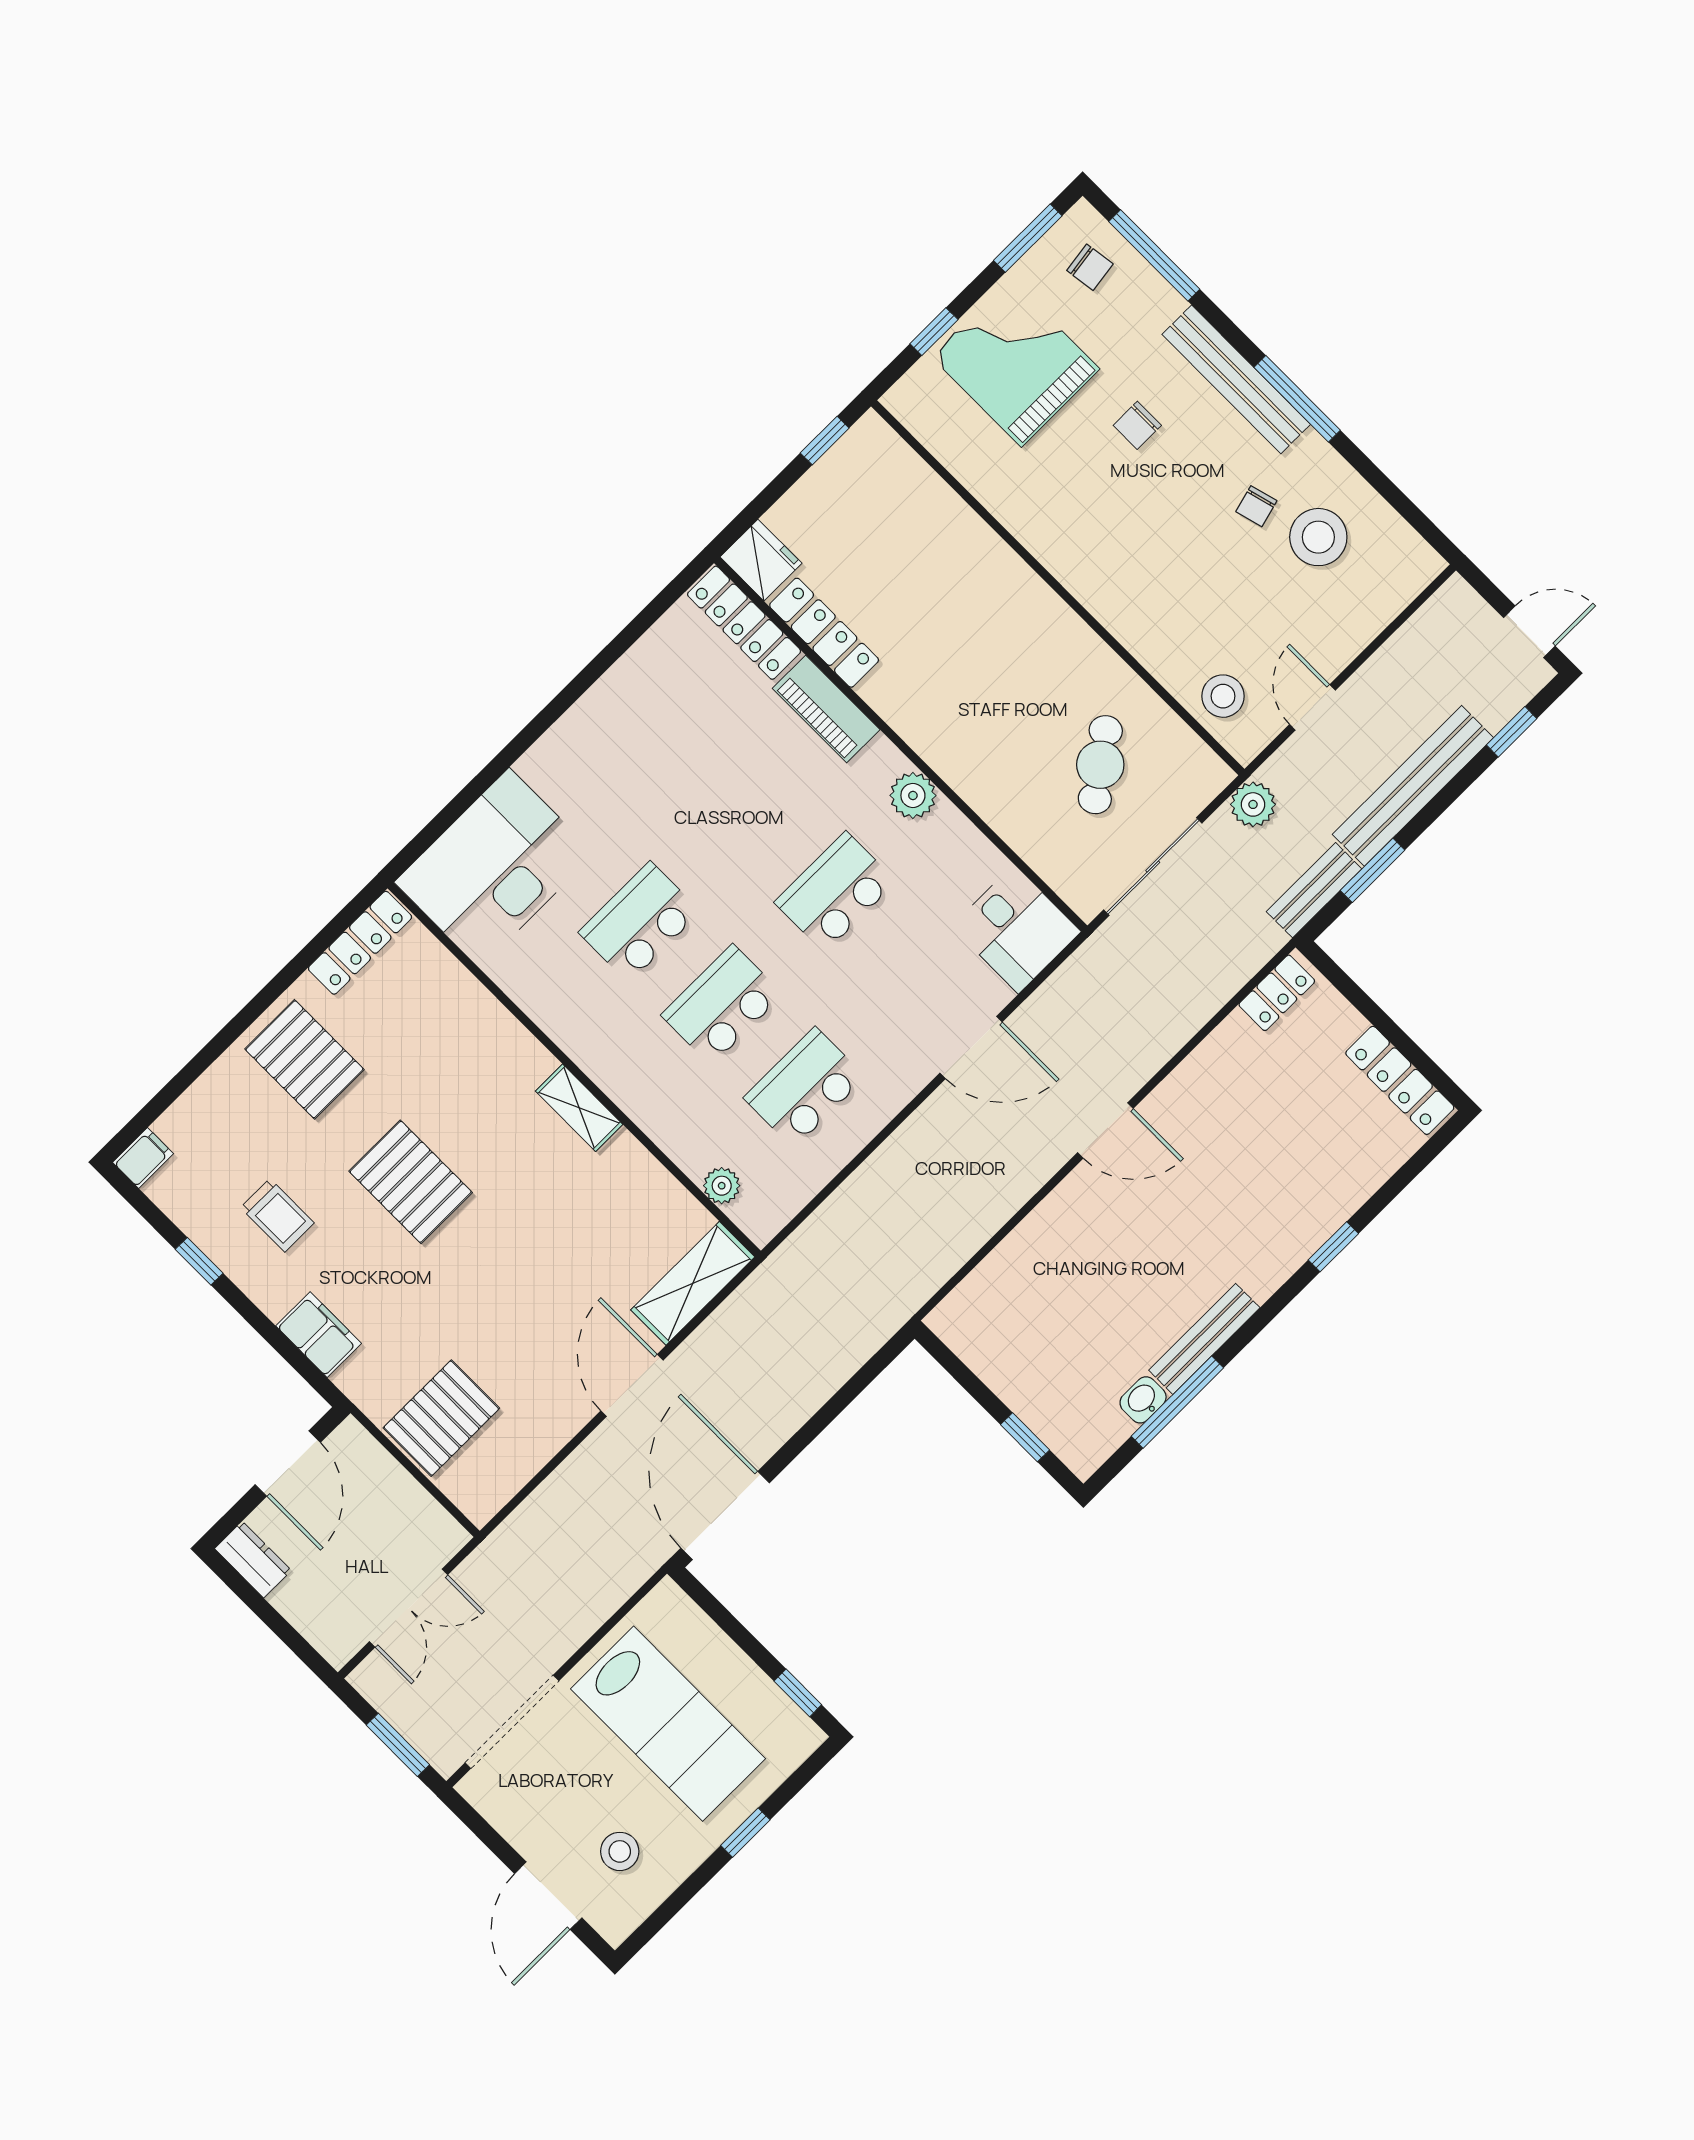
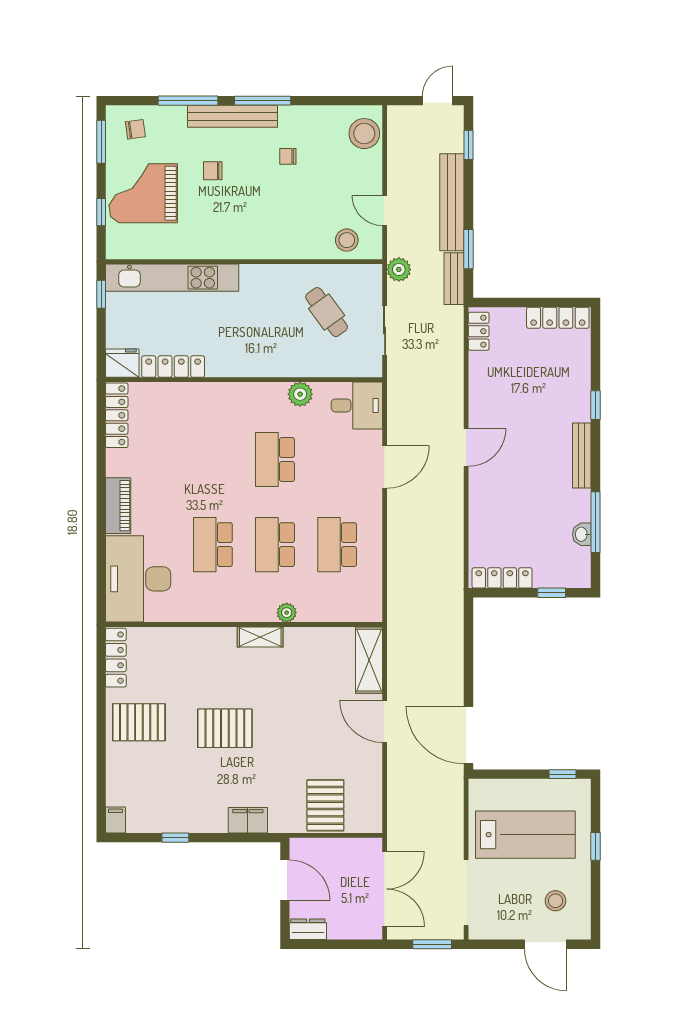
window: (1154, 255) -> (188, 101), moved
chair: (1137, 425) -> (213, 171), turned 90
chair: (1256, 506) -> (288, 156), turned 105
kitchen unit: (941, 513) -> (172, 278), added
stool: (1318, 537) -> (364, 134), moved
locker: (744, 623) -> (117, 415), moved, turned -90
piano: (826, 709) -> (118, 506), moved, turned -90
plant: (913, 795) -> (300, 394), moved
sliding door: (1153, 867) -> (385, 331), width x0.73
plant: (722, 1186) -> (287, 613), moved
trolley: (277, 1215) -> (187, 791), removed
bench: (1204, 1339) -> (582, 455), moved
locker: (979, 1352) -> (502, 578), added
double door: (409, 1608) -> (385, 889), width x1.37

